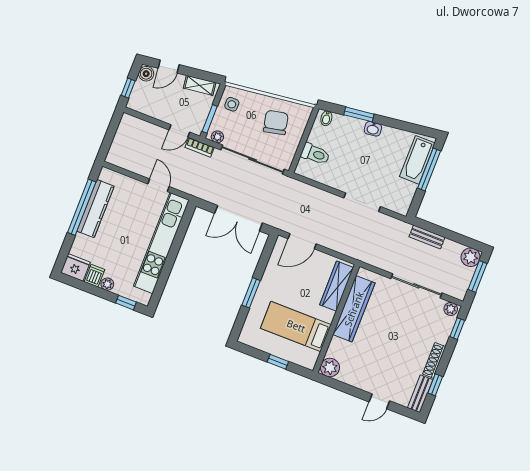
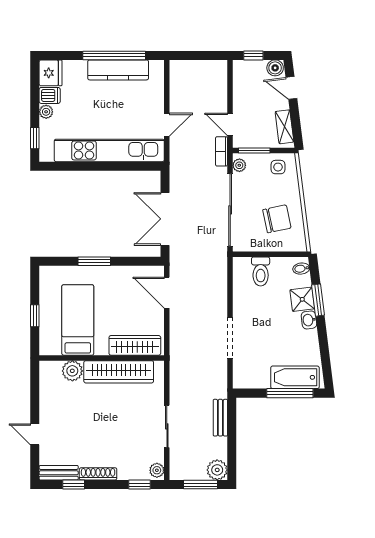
shower: (353, 128) -> (302, 299), added
sliding door: (416, 286) -> (167, 426), width x0.73
plant: (330, 368) -> (72, 371), moved

